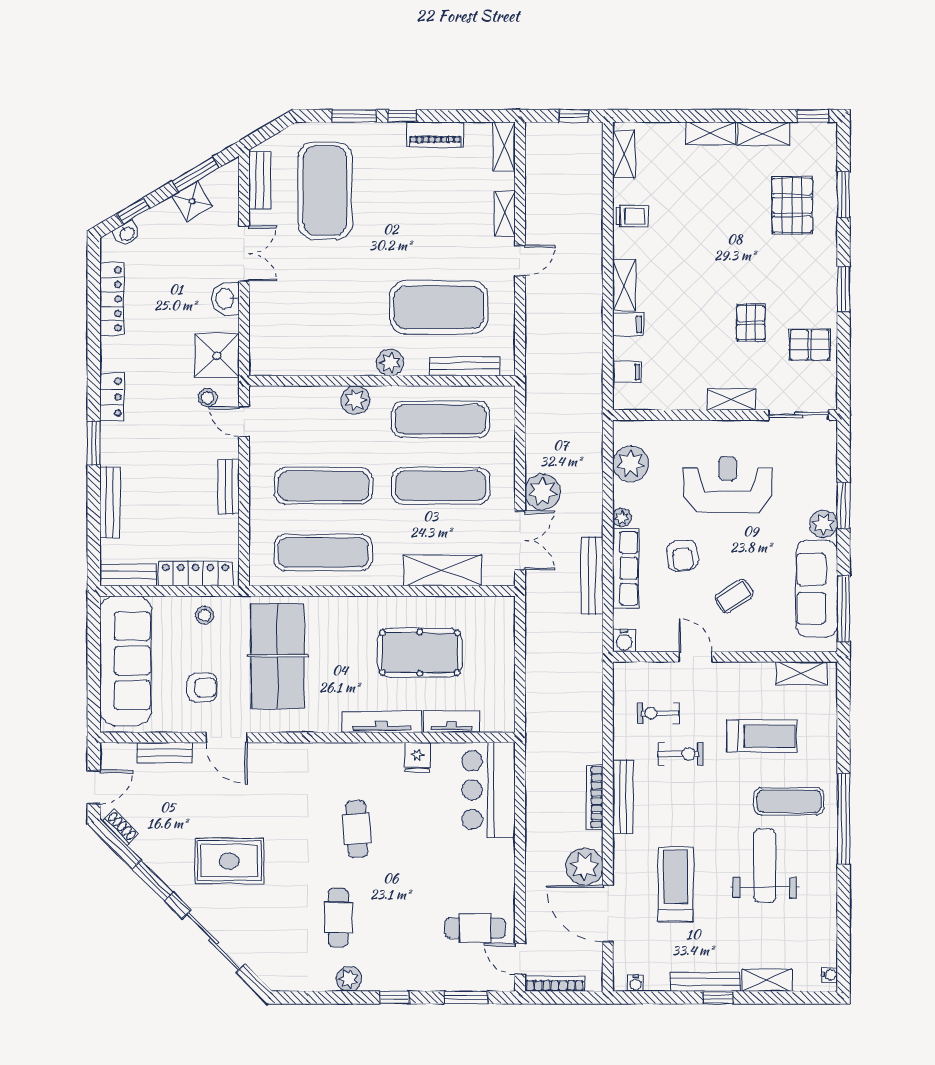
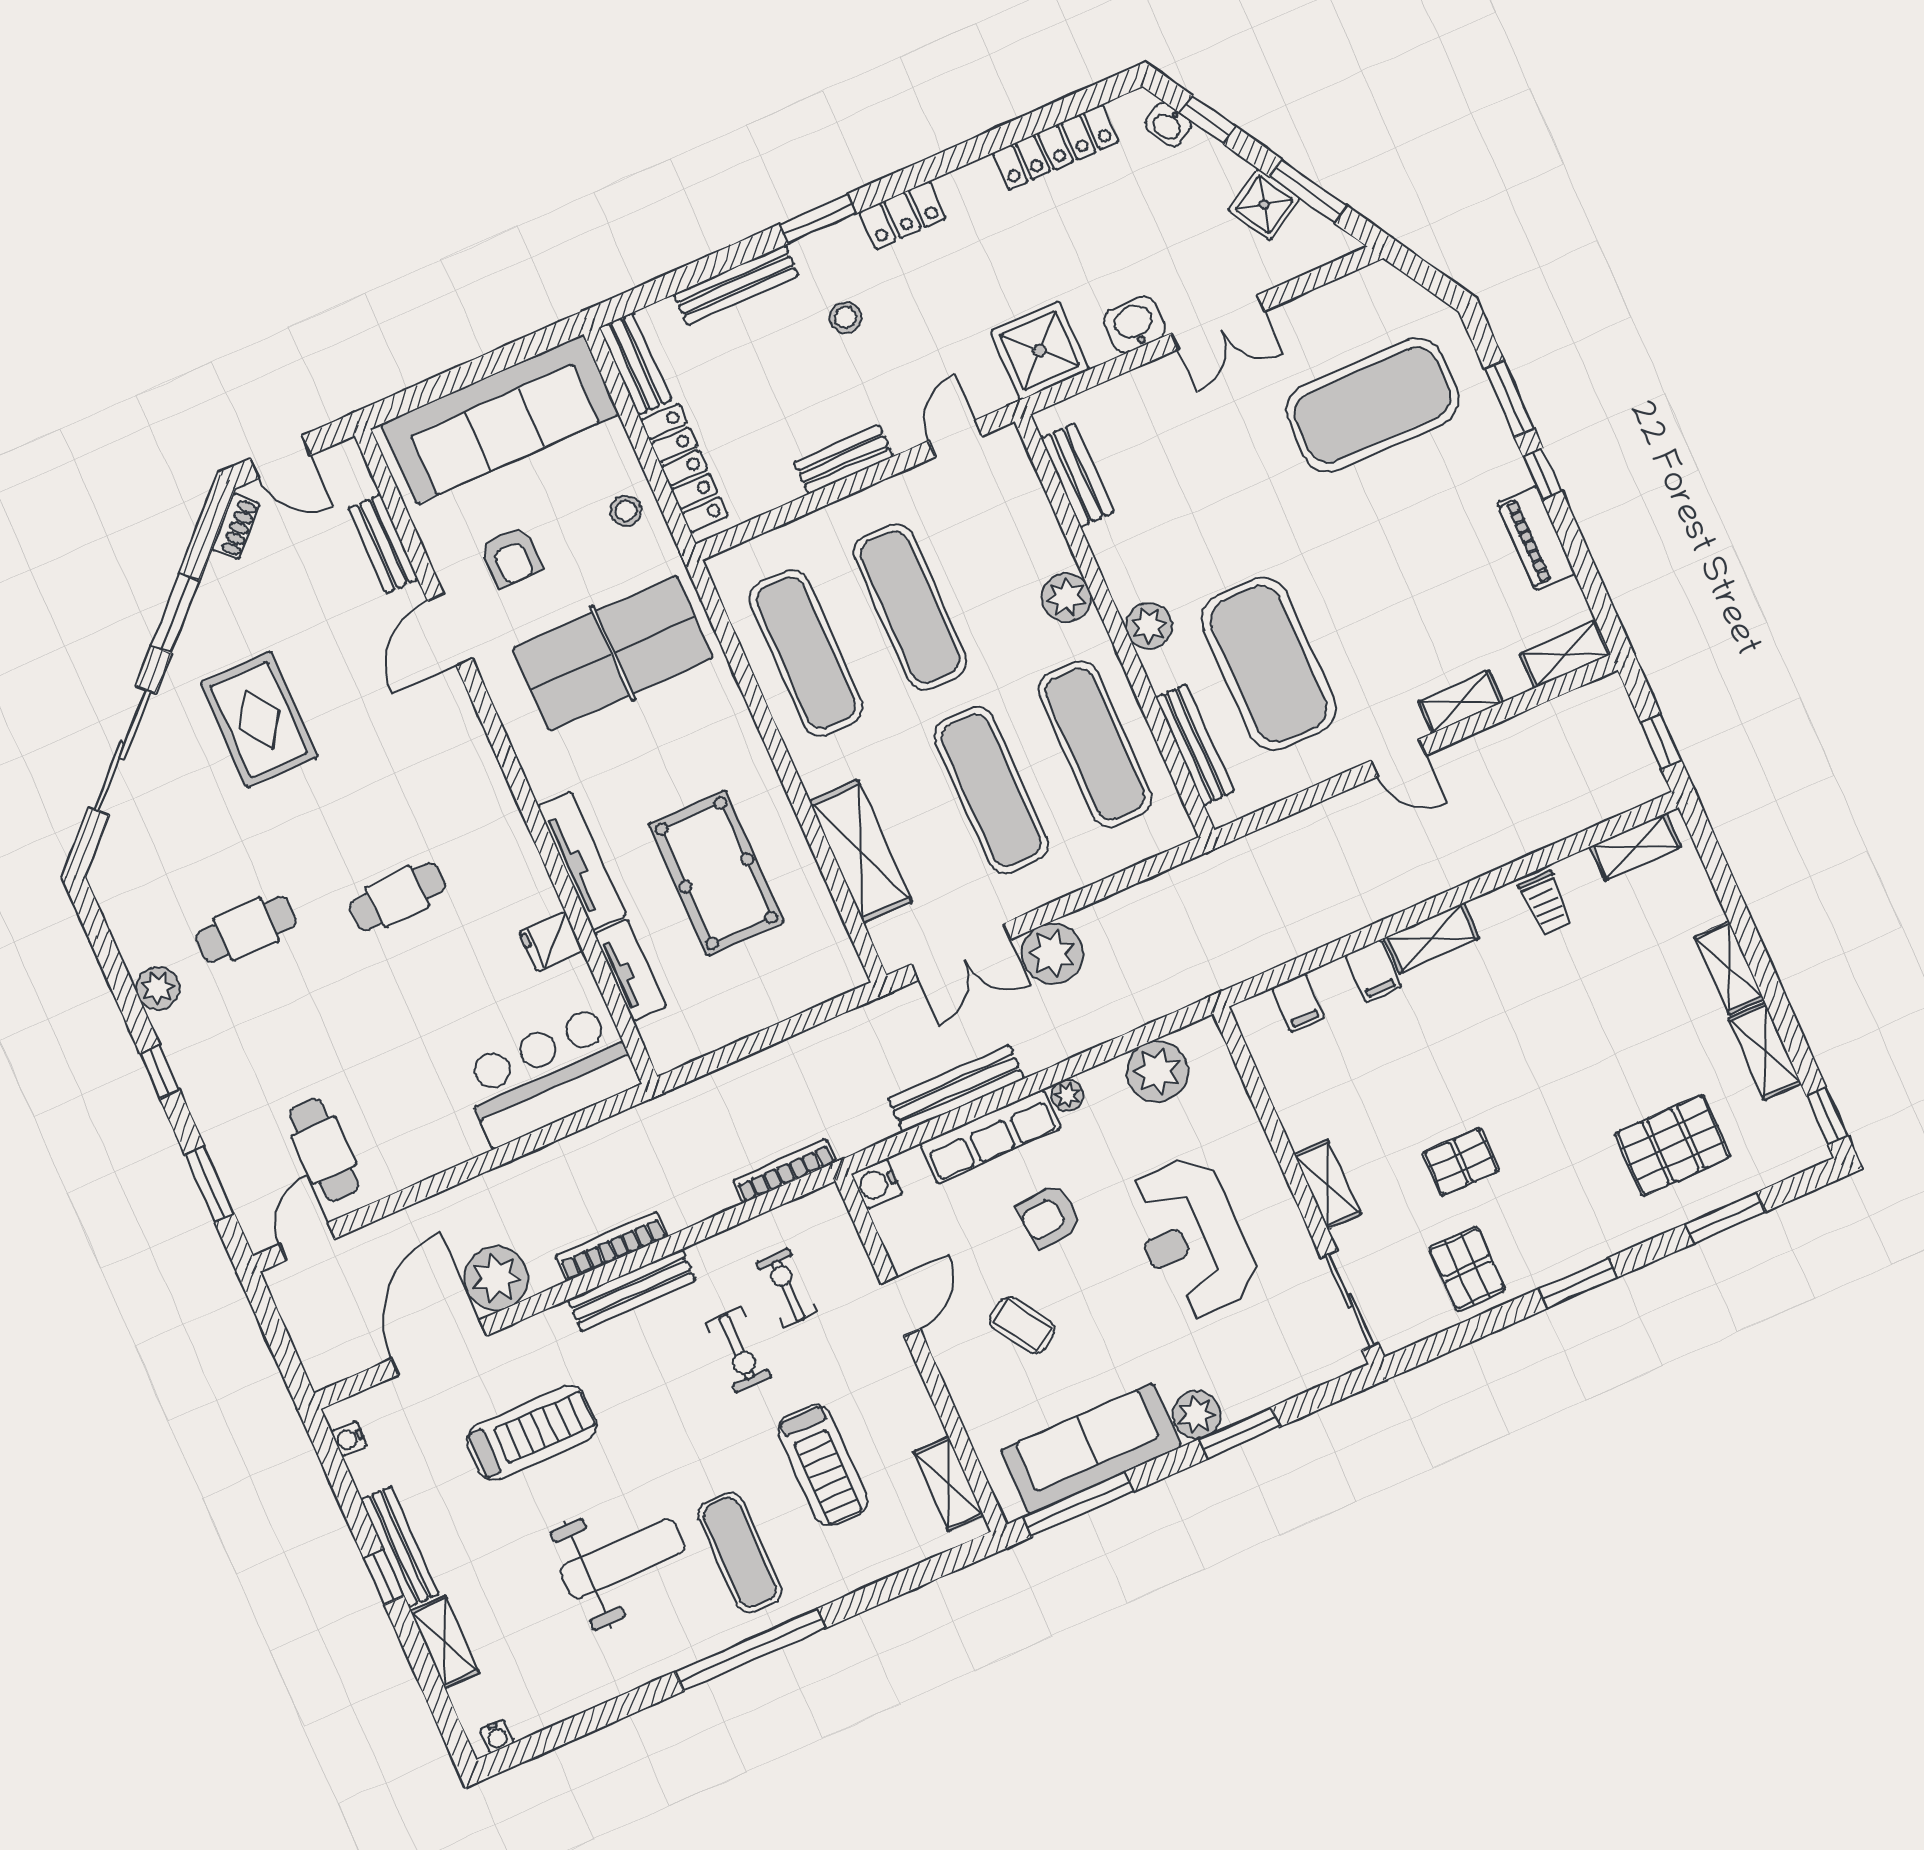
bench: (260, 181) -> (1078, 475), moved, turned 90
stool: (207, 398) -> (846, 318), moved
reception desk: (728, 485) -> (1192, 1238), turned 180
bookcase: (555, 984) -> (784, 1171), moved, turned -90

